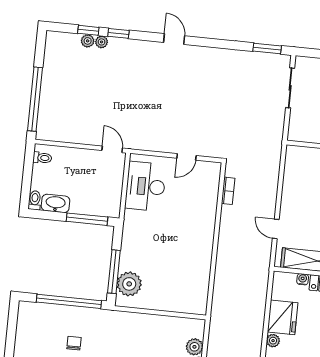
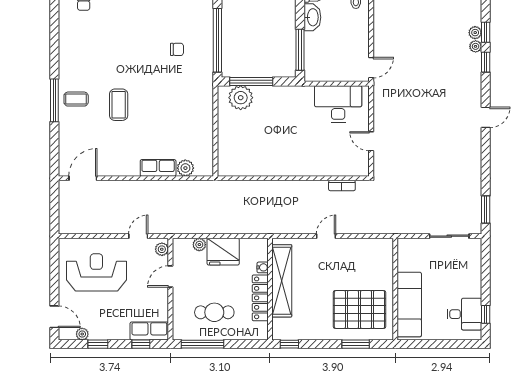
door: (276, 229) -> (326, 236), moved

